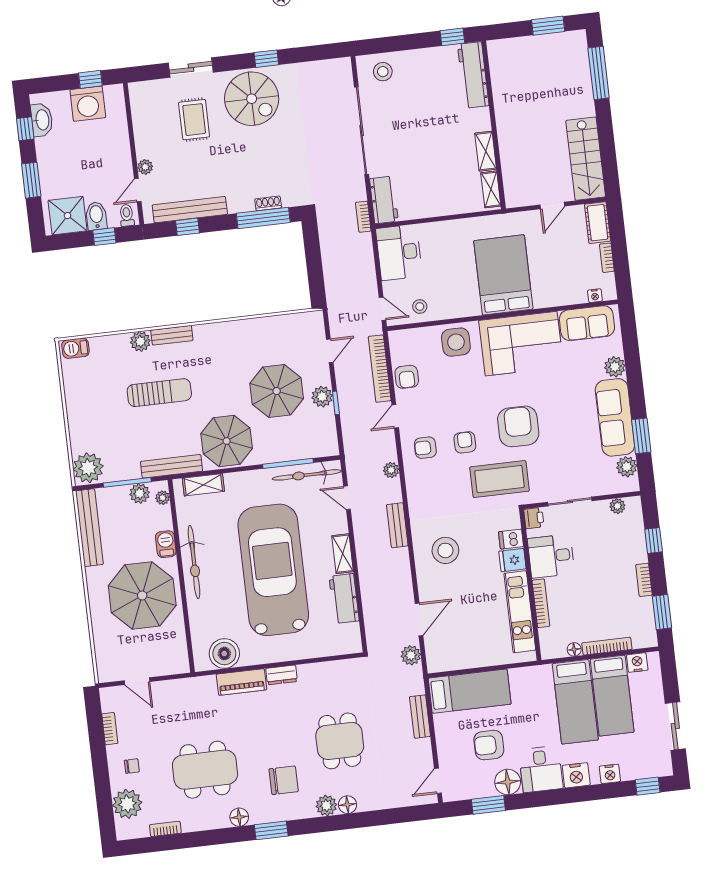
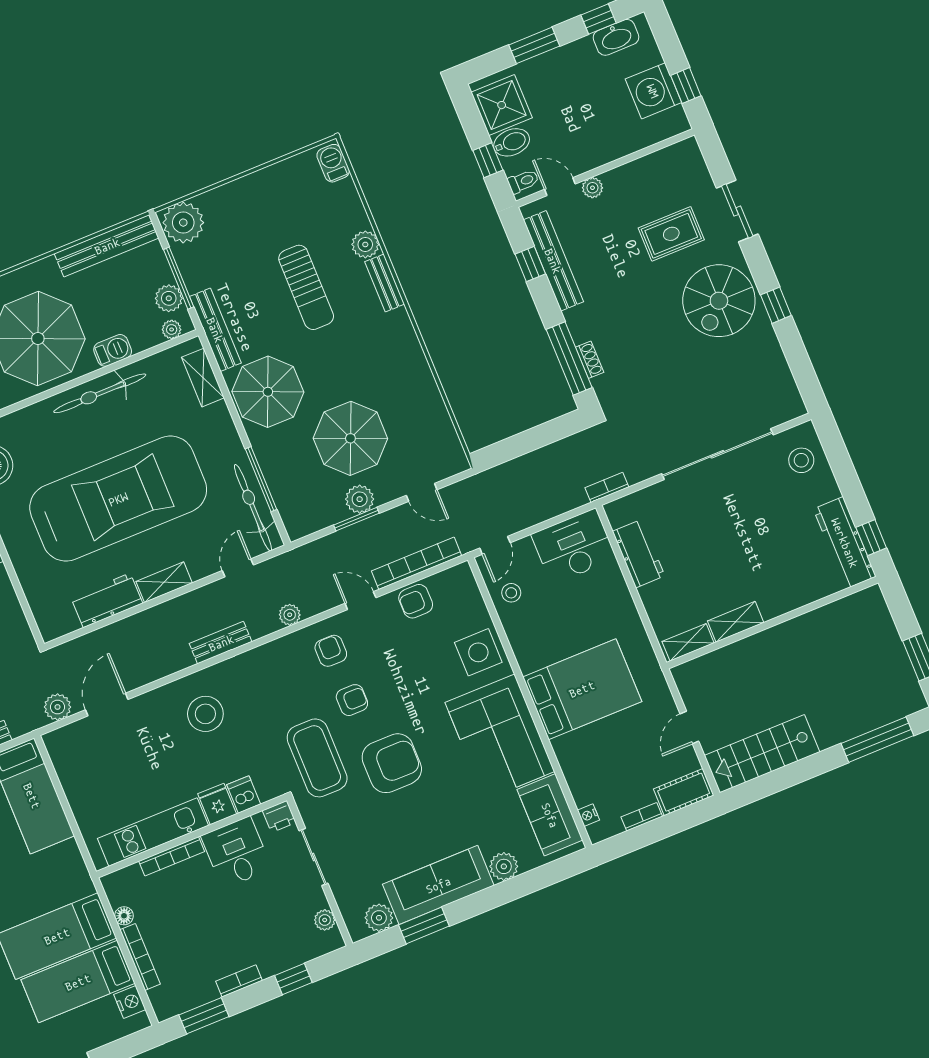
workbench: (473, 75) -> (845, 543), moved, turned -90
workbench: (384, 200) -> (639, 554), moved, turned -90
door: (552, 205) -> (689, 727), hinge flipped
window: (336, 403) -> (356, 519), width x1.50
door: (419, 619) -> (107, 705), swing flipped

